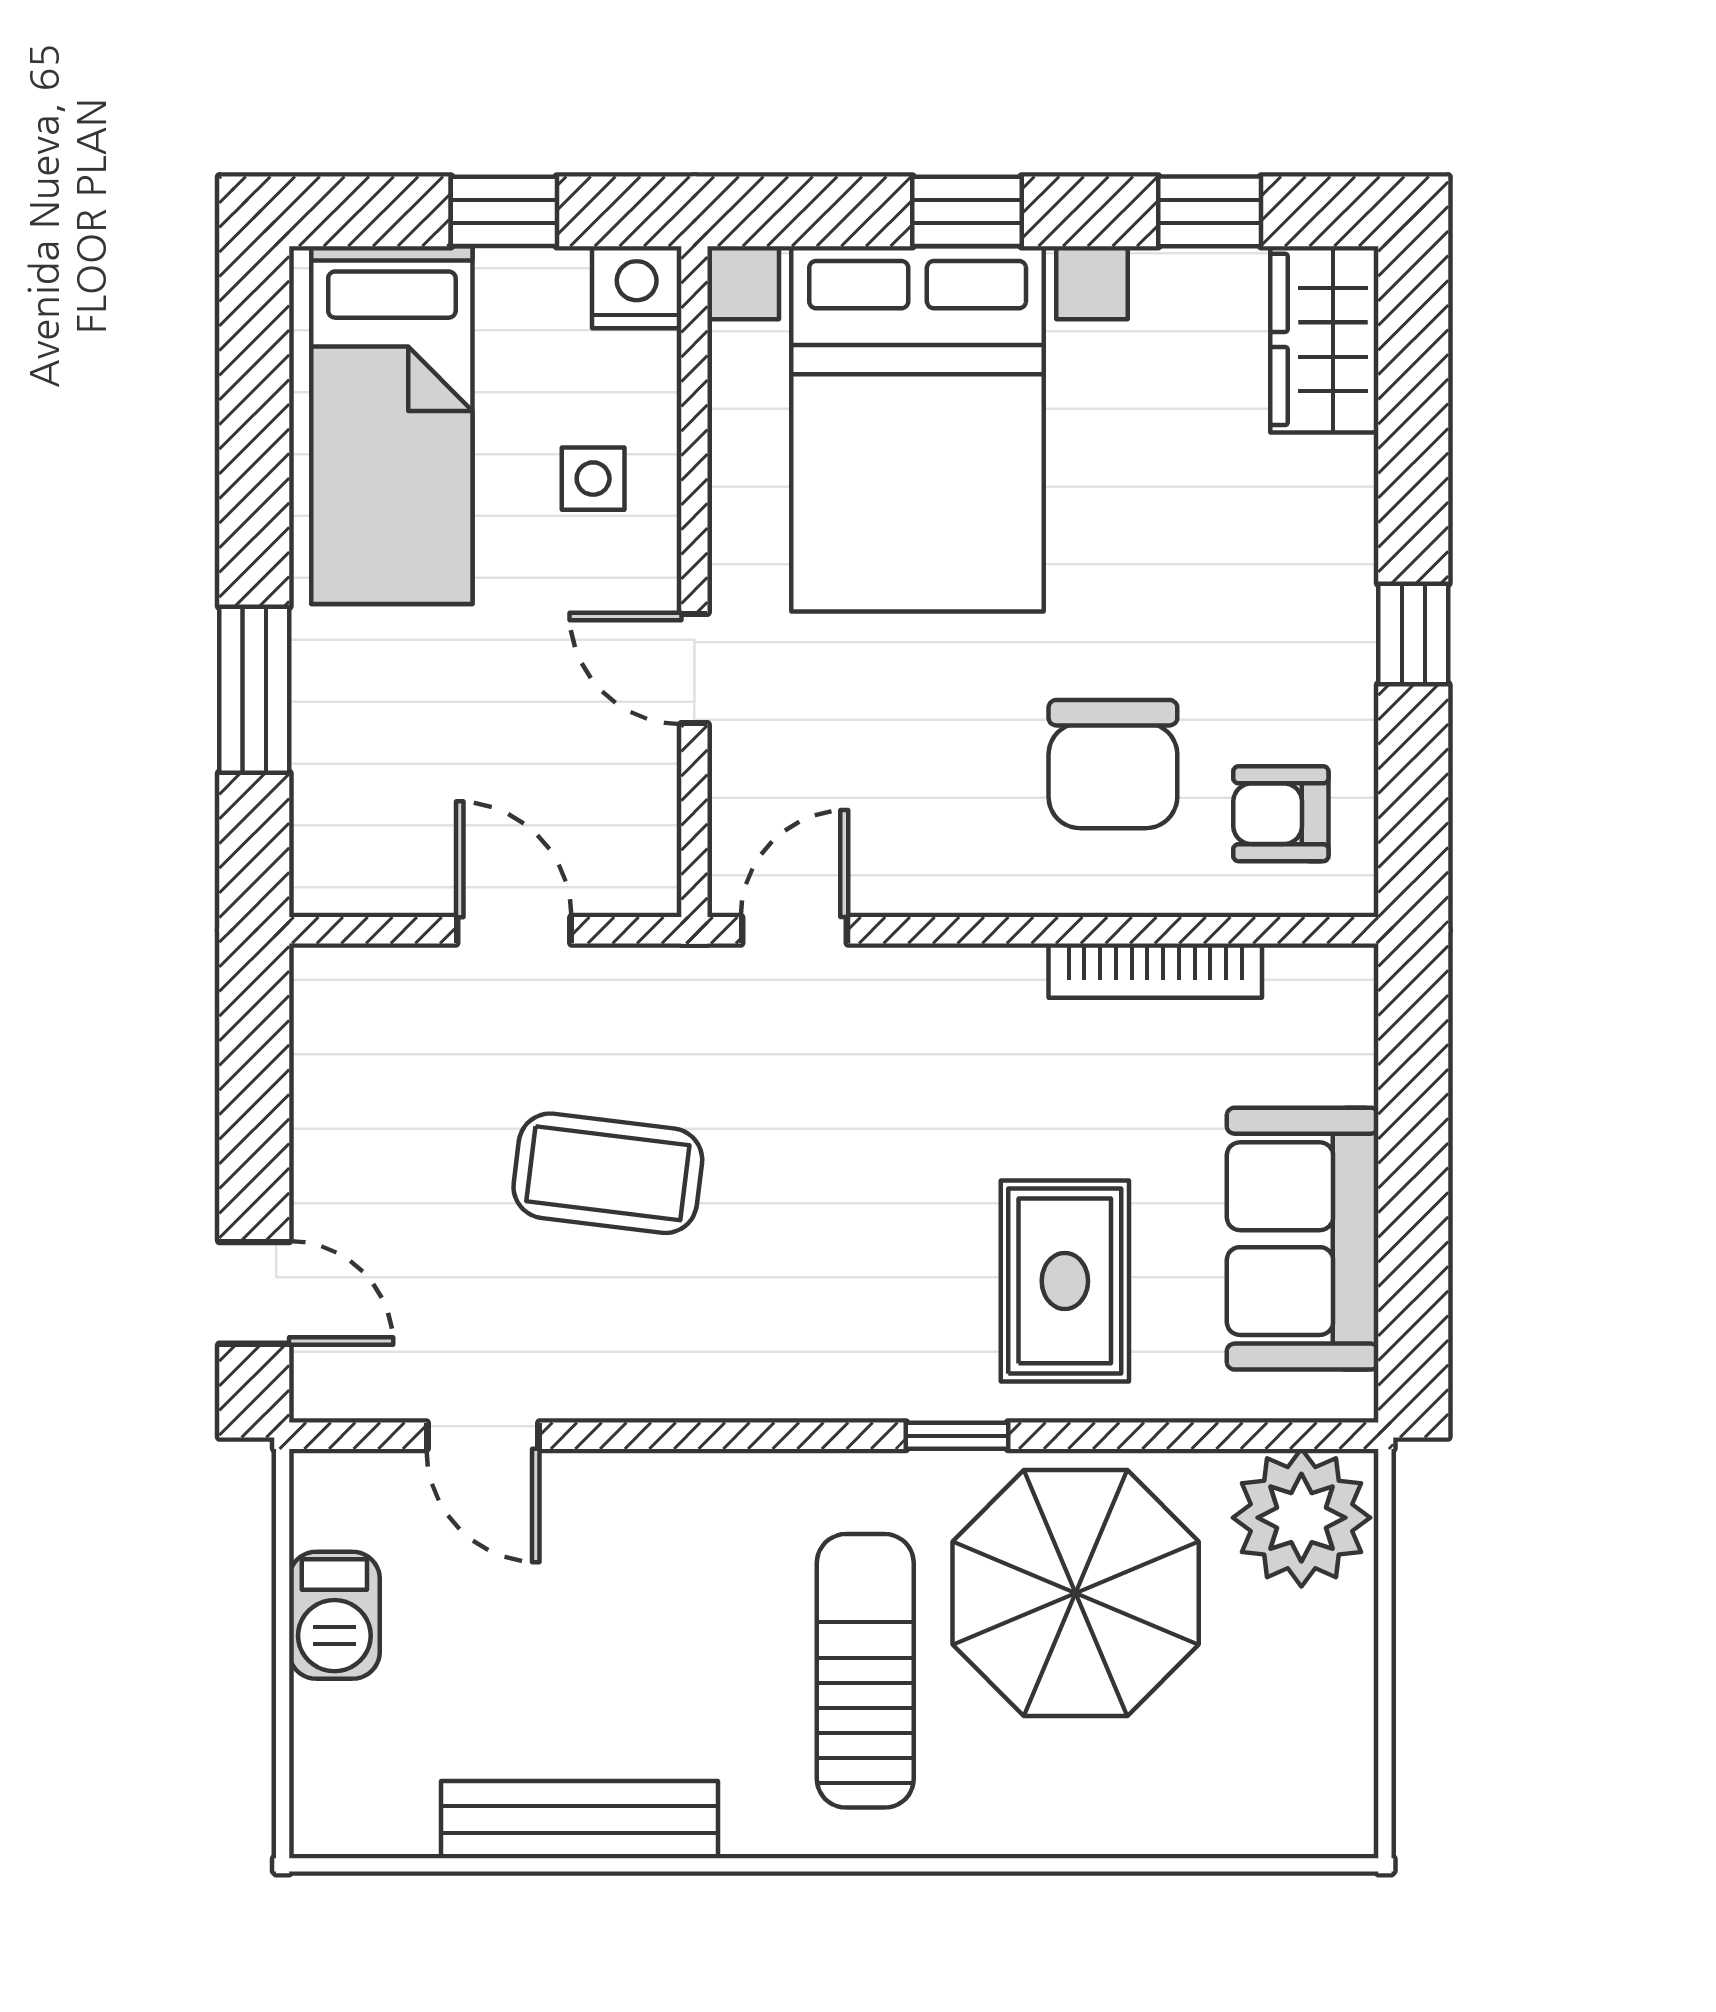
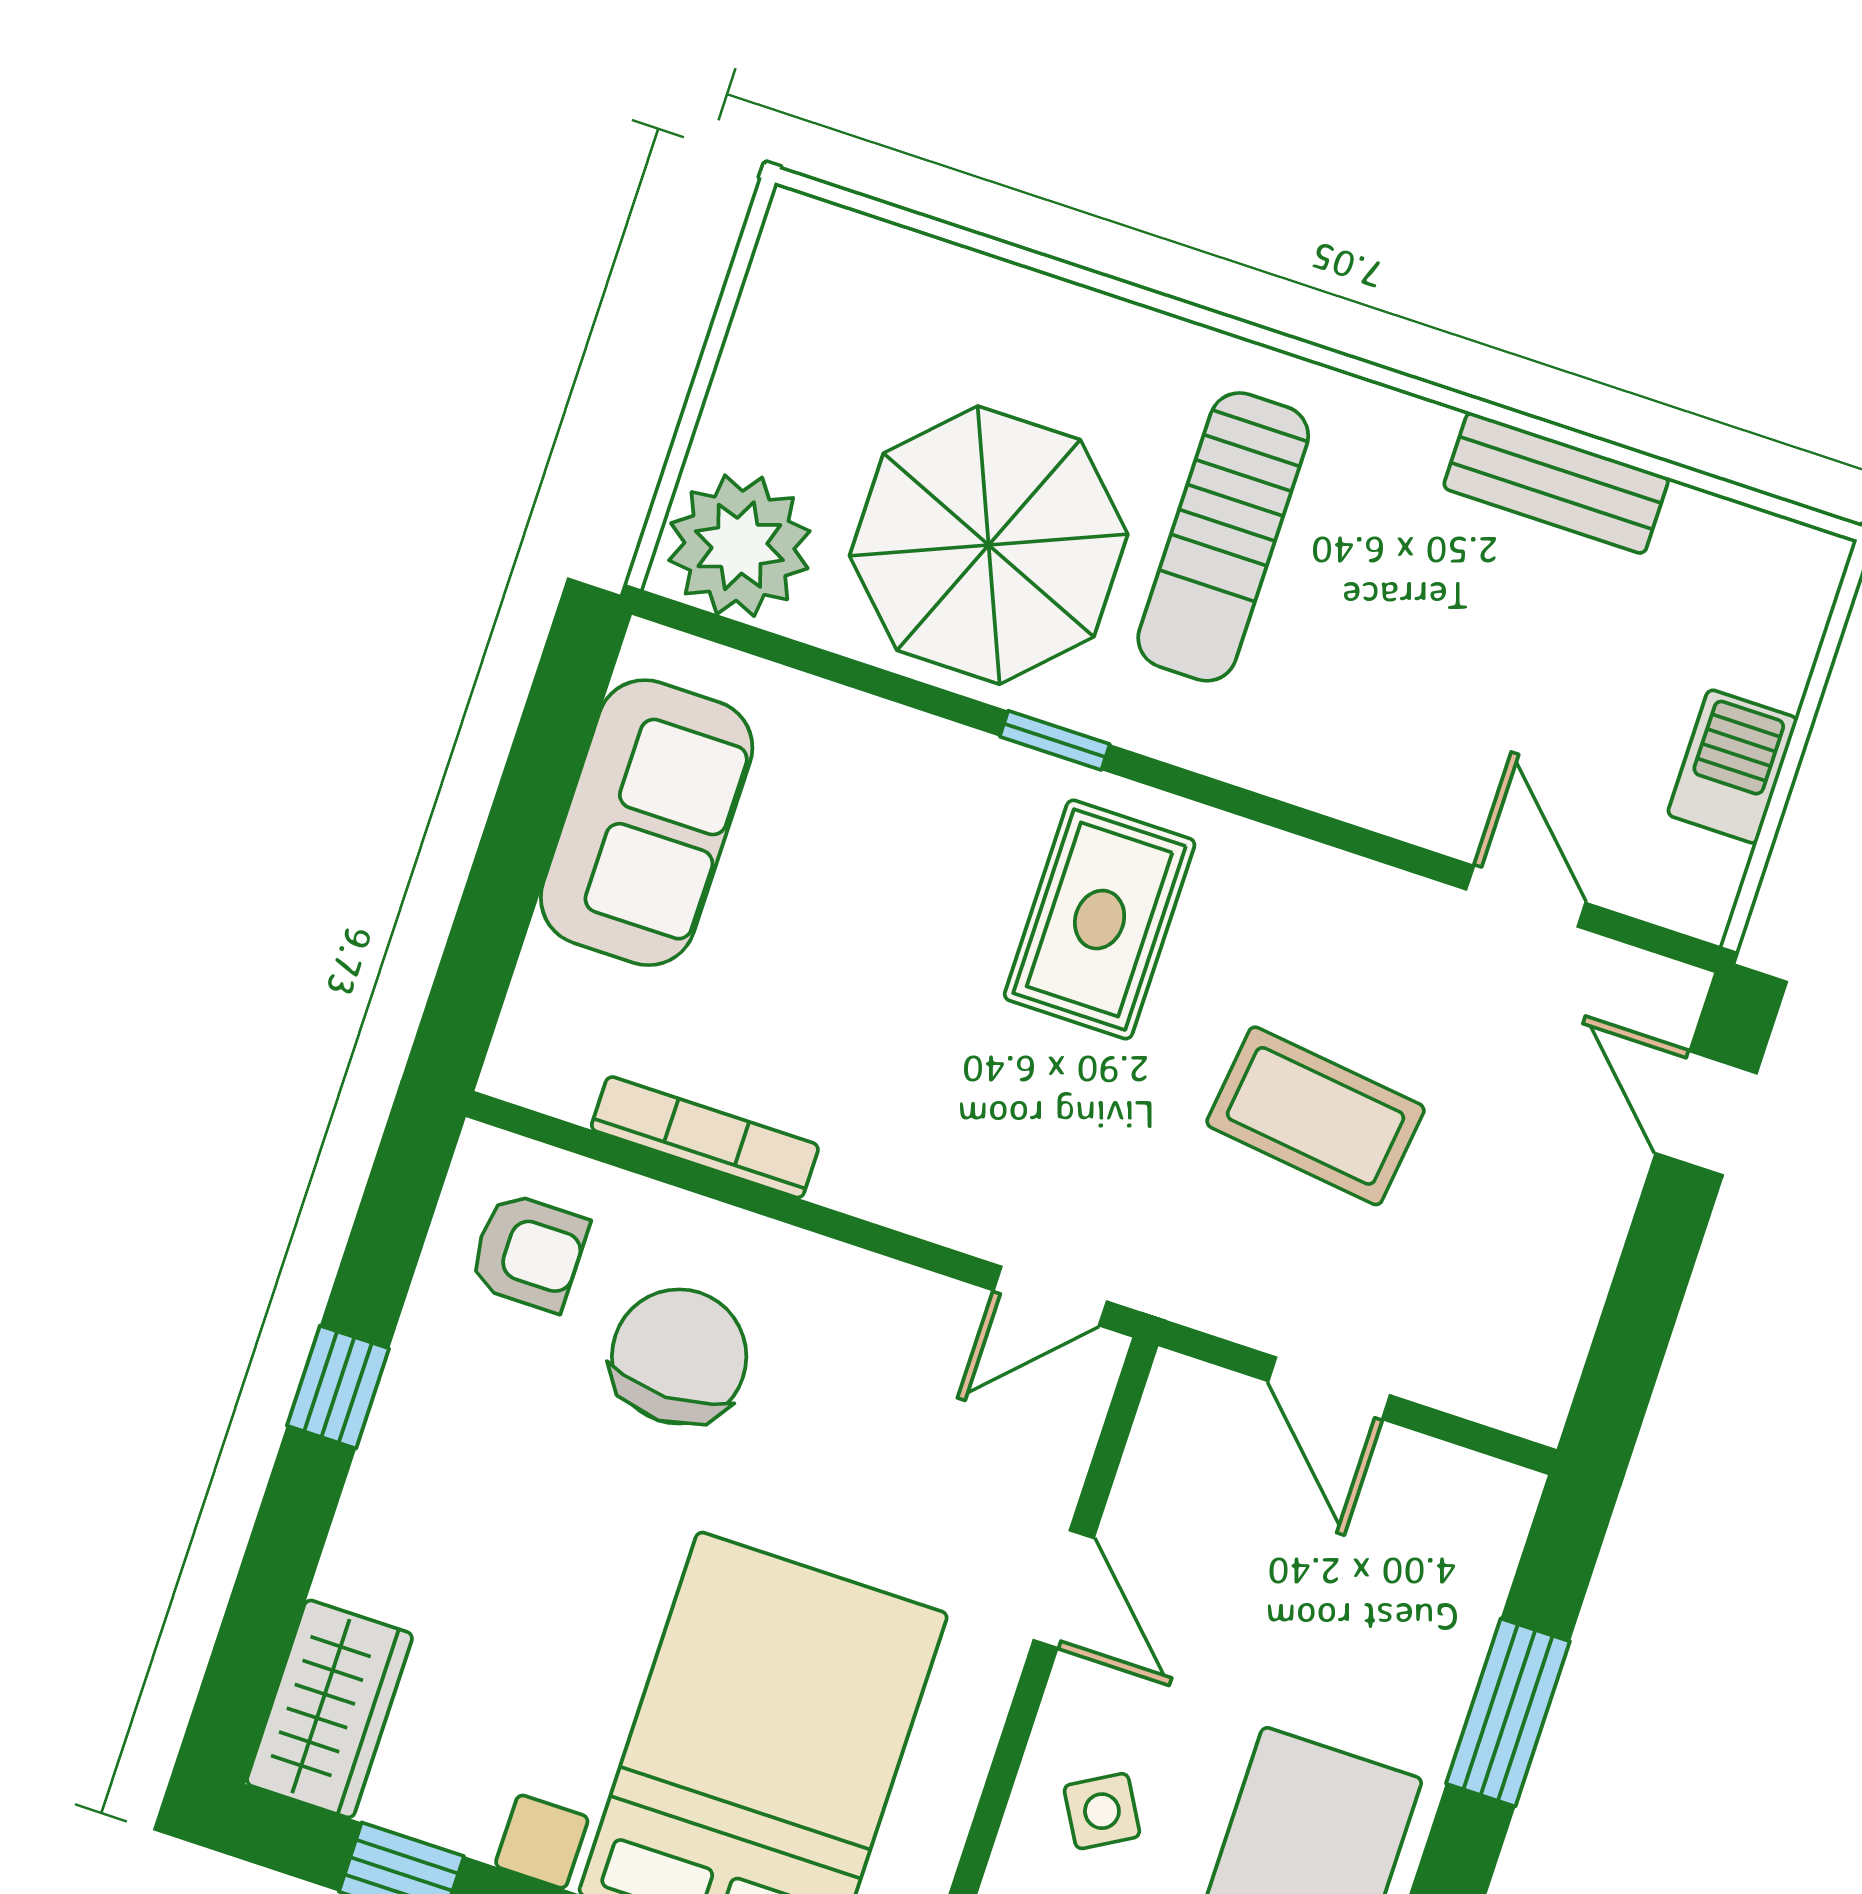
side table: (593, 479) -> (1102, 1811), turned -30
rug: (1065, 1281) -> (1100, 920), moved
bench: (579, 1820) -> (1556, 483), width x0.73

